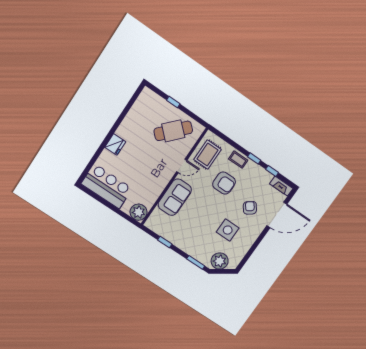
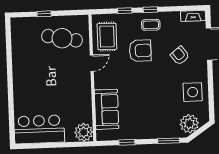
cafe table: (173, 131) -> (62, 38), turned 58
fridge: (115, 144) -> (20, 87), removed
coffee table: (238, 160) -> (151, 25), moved
window: (272, 171) -> (125, 11), moved
sofa: (175, 197) -> (107, 109), moved
side table: (228, 230) -> (193, 92), moved

